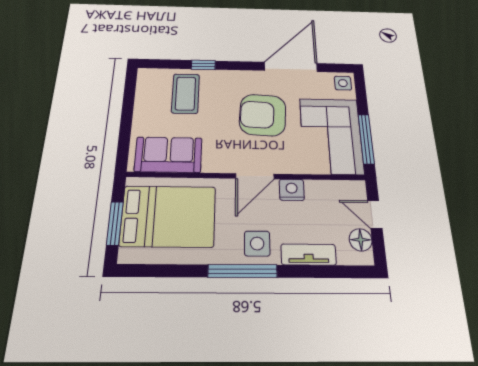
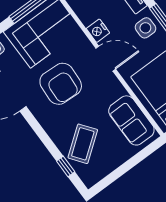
window: (203, 65) -> (66, 166), moved
coffee table: (186, 93) -> (83, 144), turned -37

